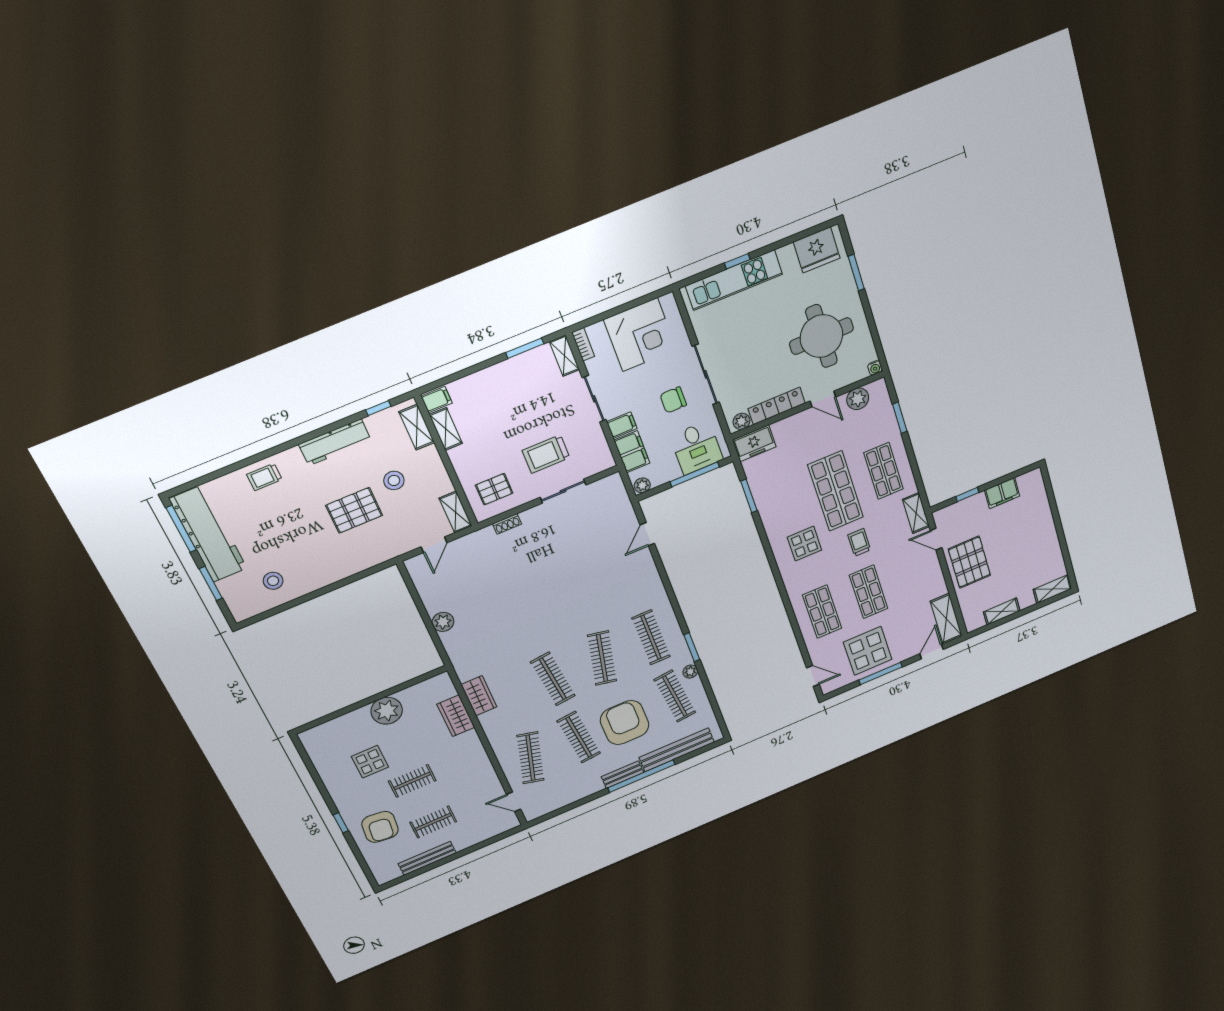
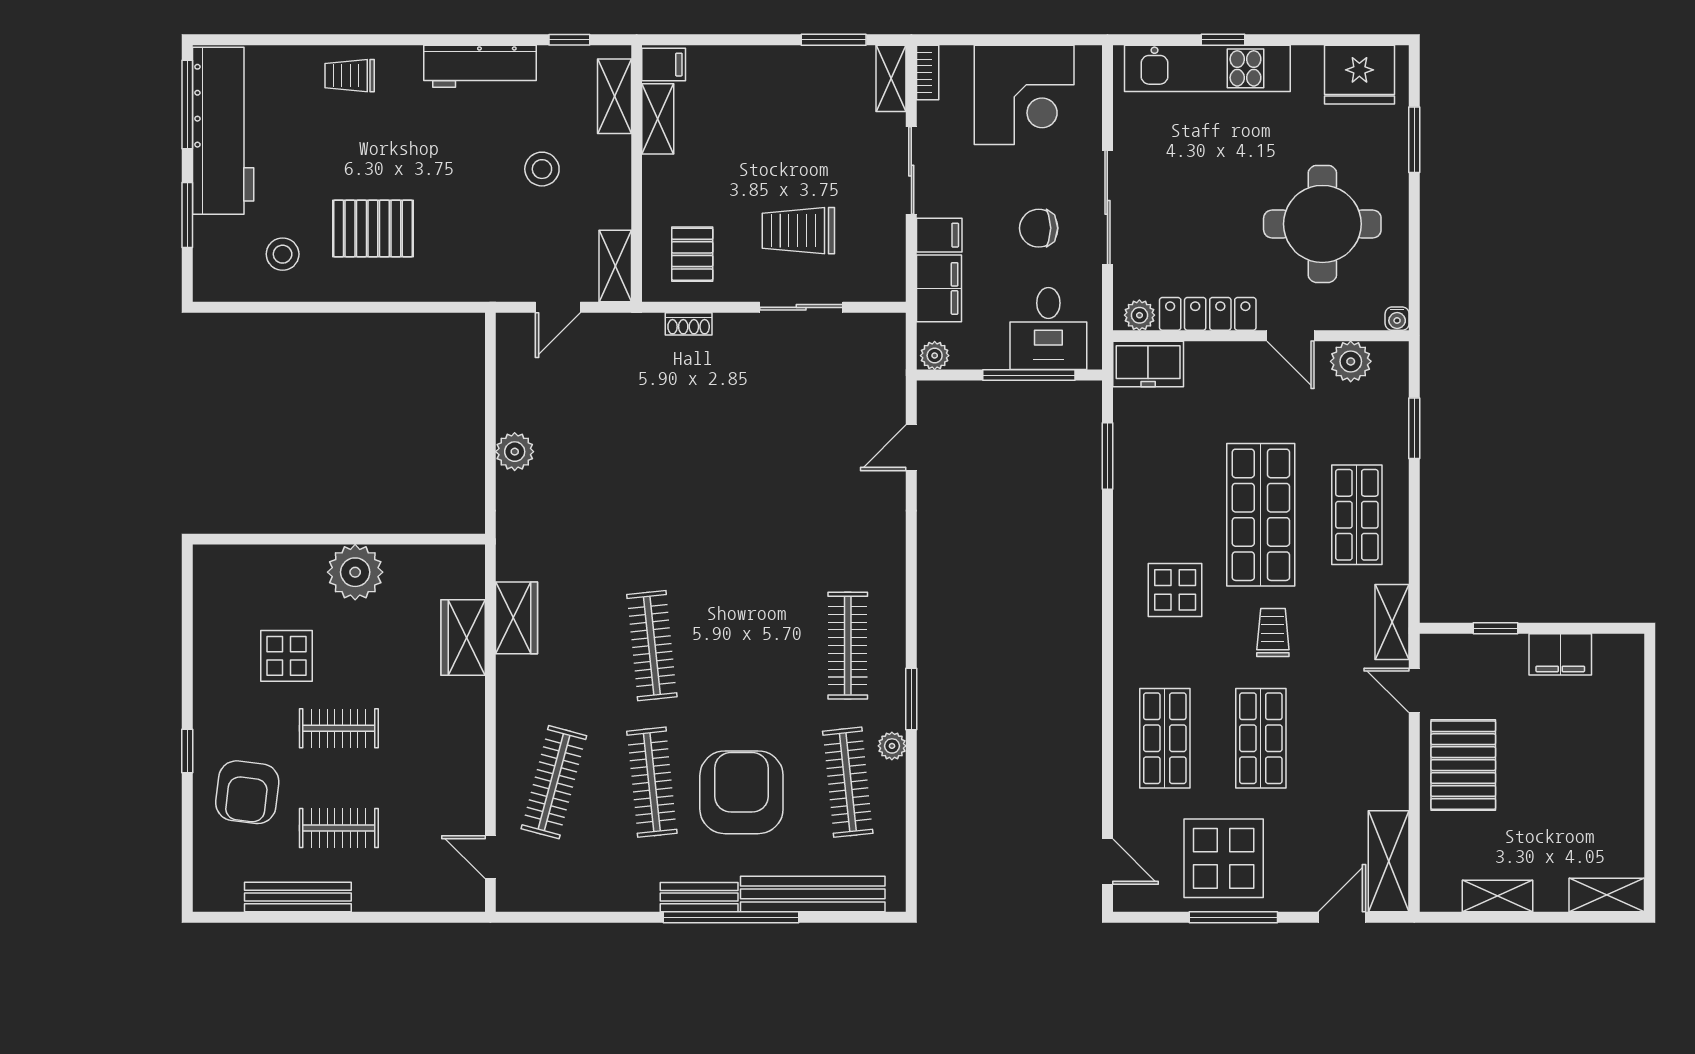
pallet: (494, 489) -> (692, 254), turned 90
pallet: (354, 510) -> (373, 229), moved
clothes rail: (602, 658) -> (750, 646), removed

